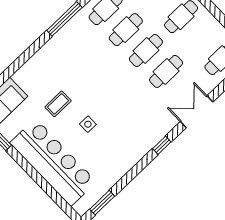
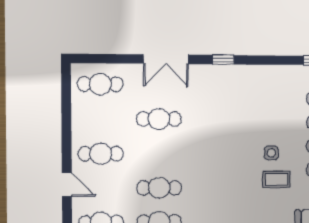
cafe table: (146, 51) -> (159, 153), removed
side table: (88, 124) -> (271, 153), moved

